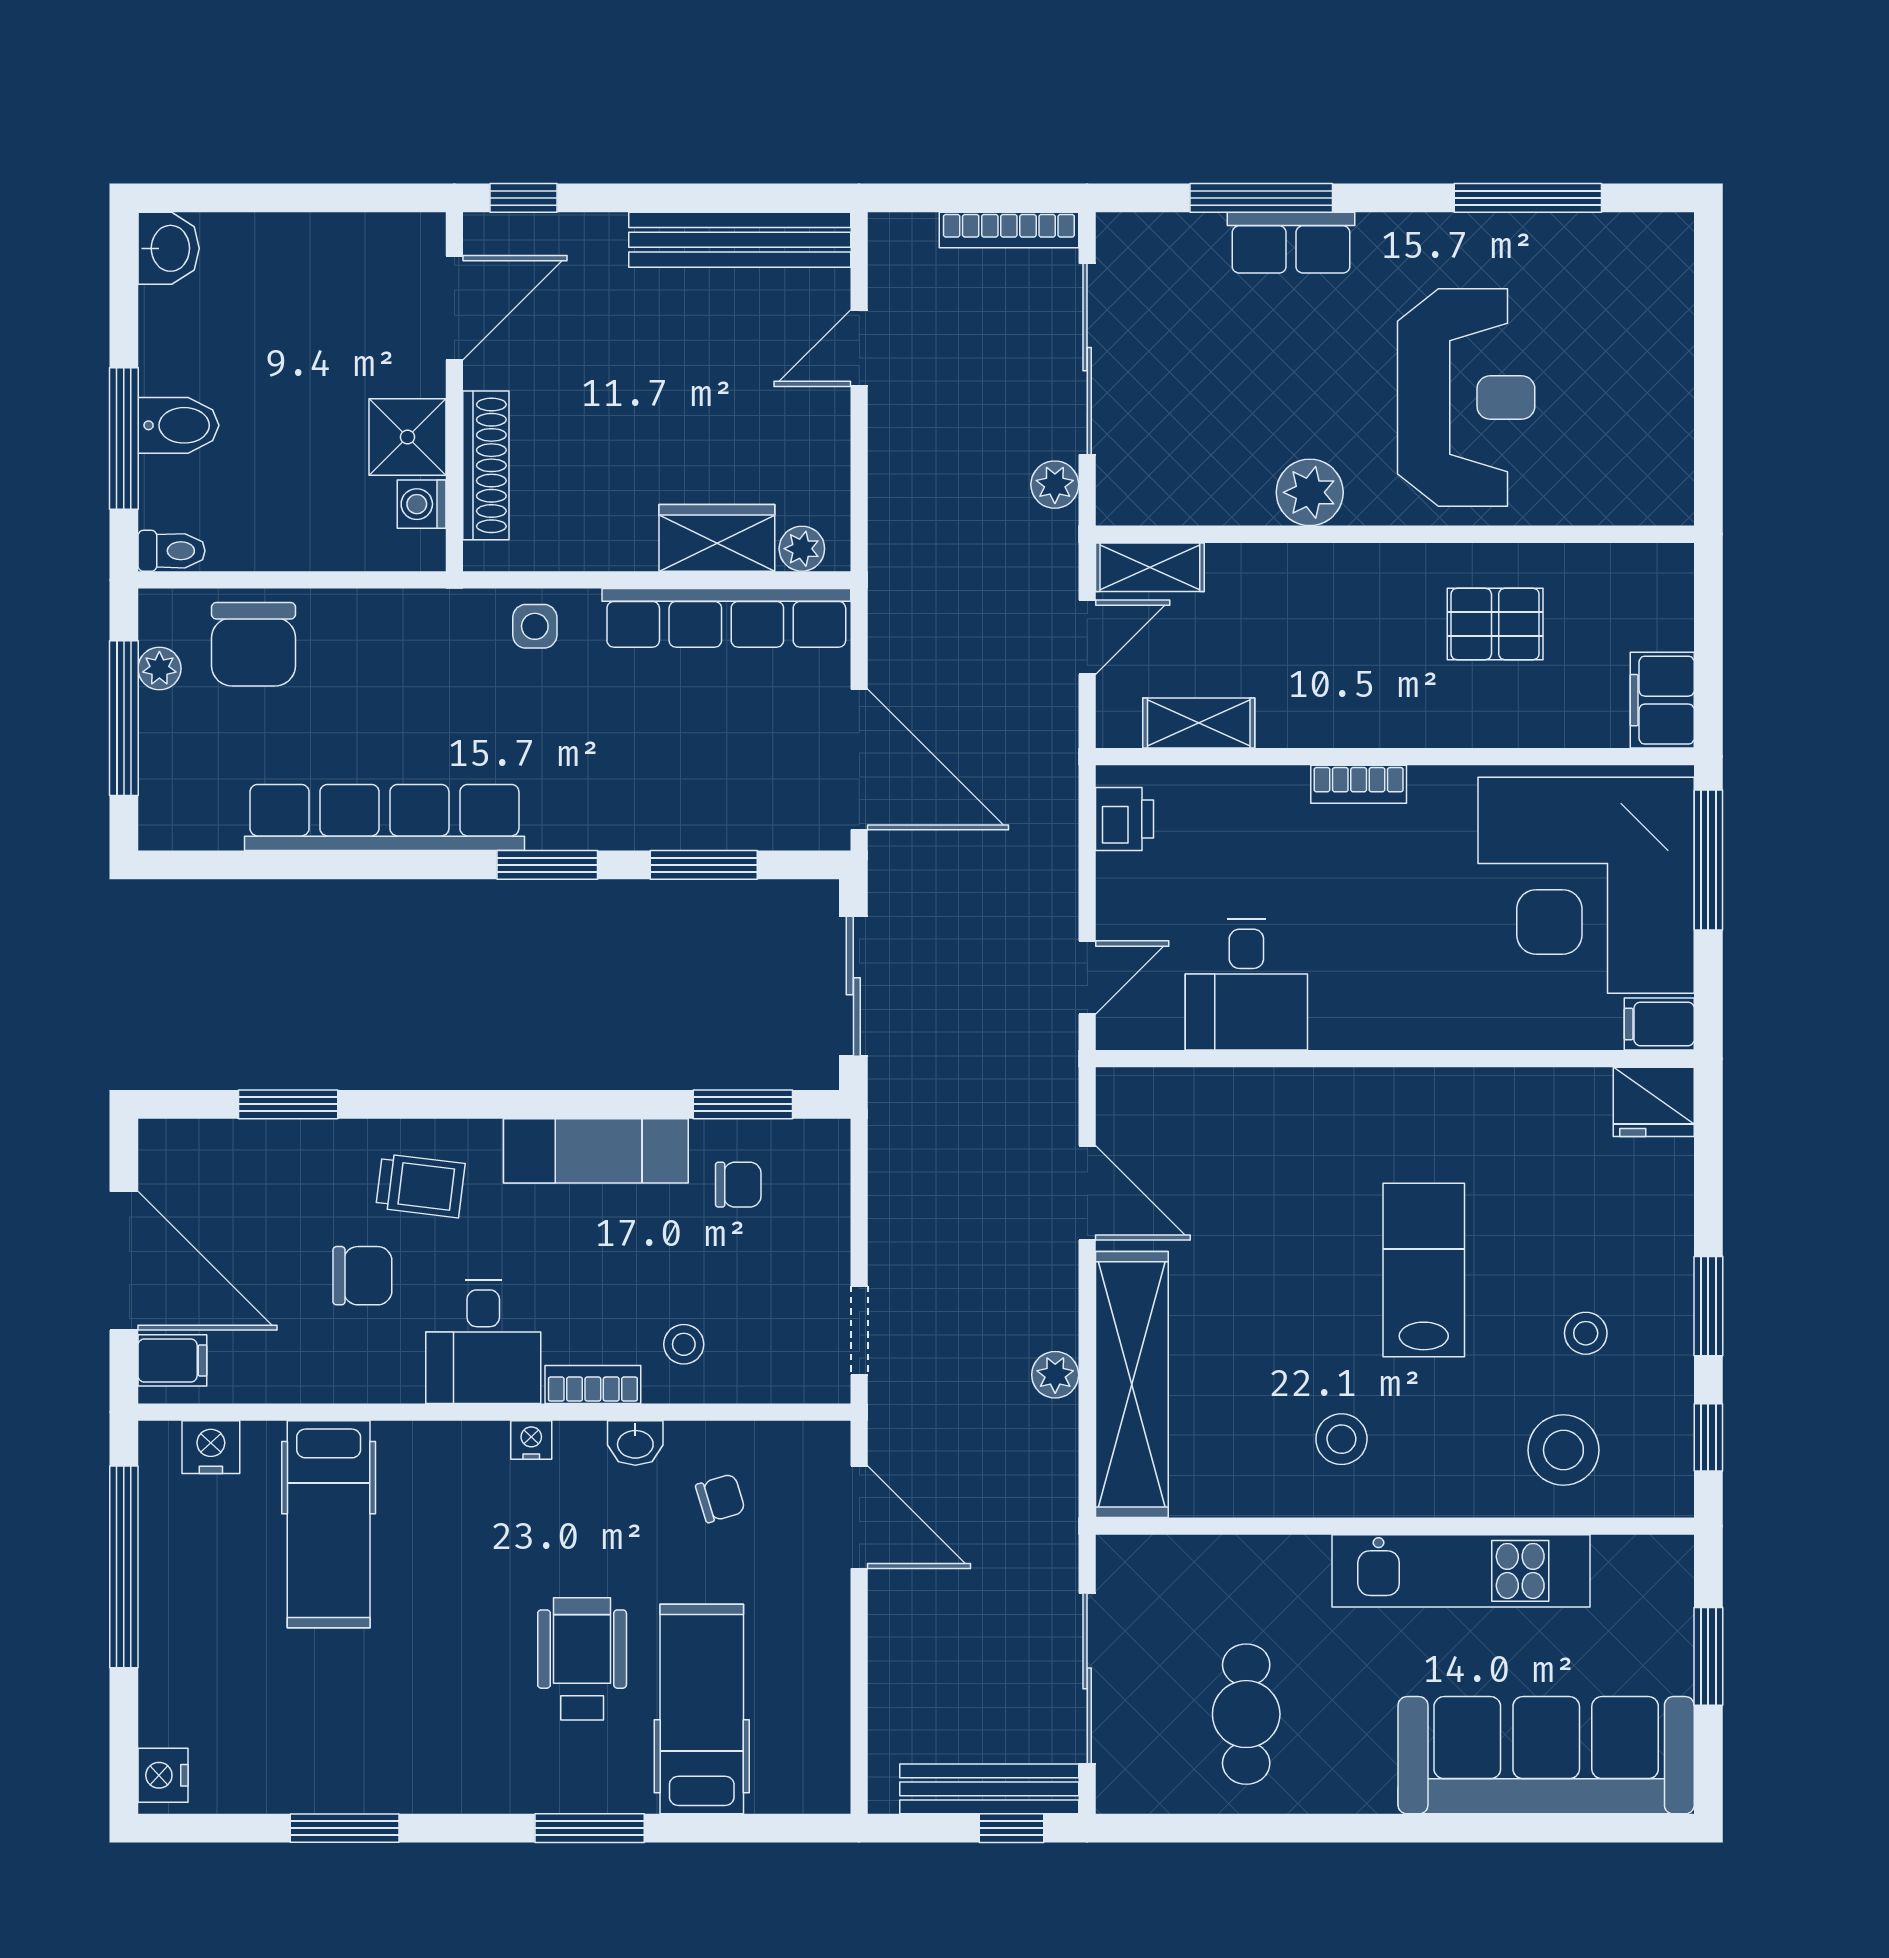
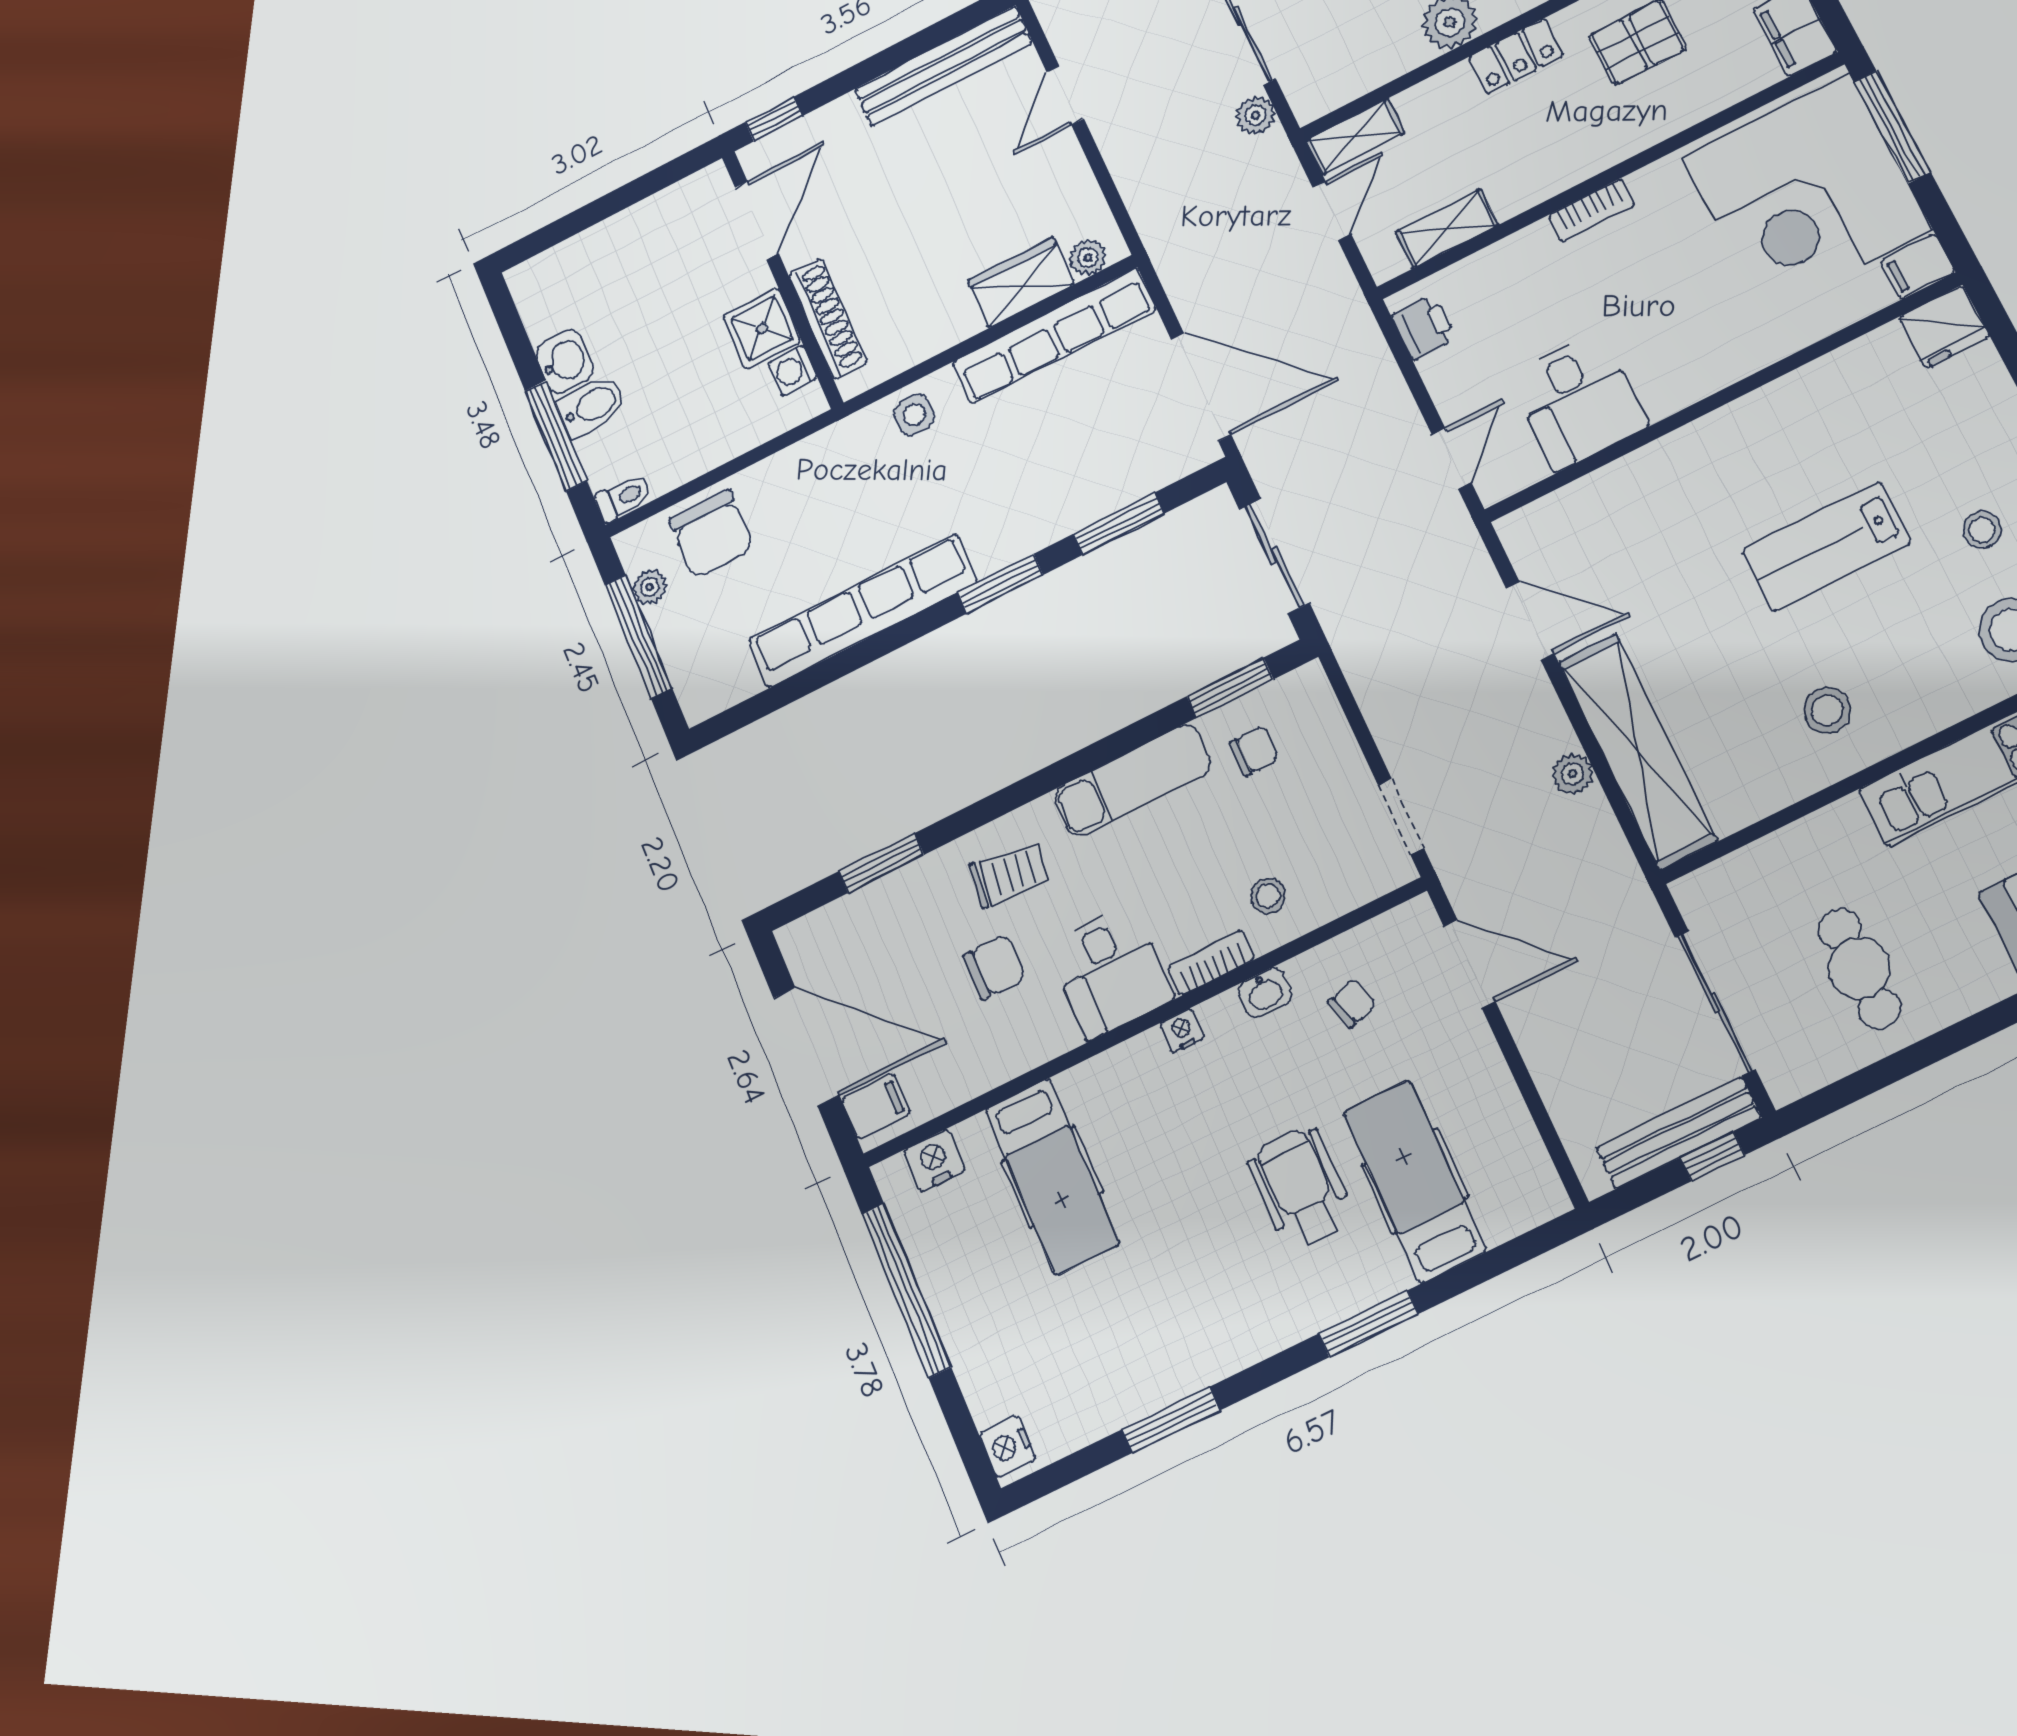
washbasin: (169, 248) -> (565, 361), moved
locker: (1361, 570) -> (1516, 57), added
lab bench: (1424, 1270) -> (1827, 546), turned -90

